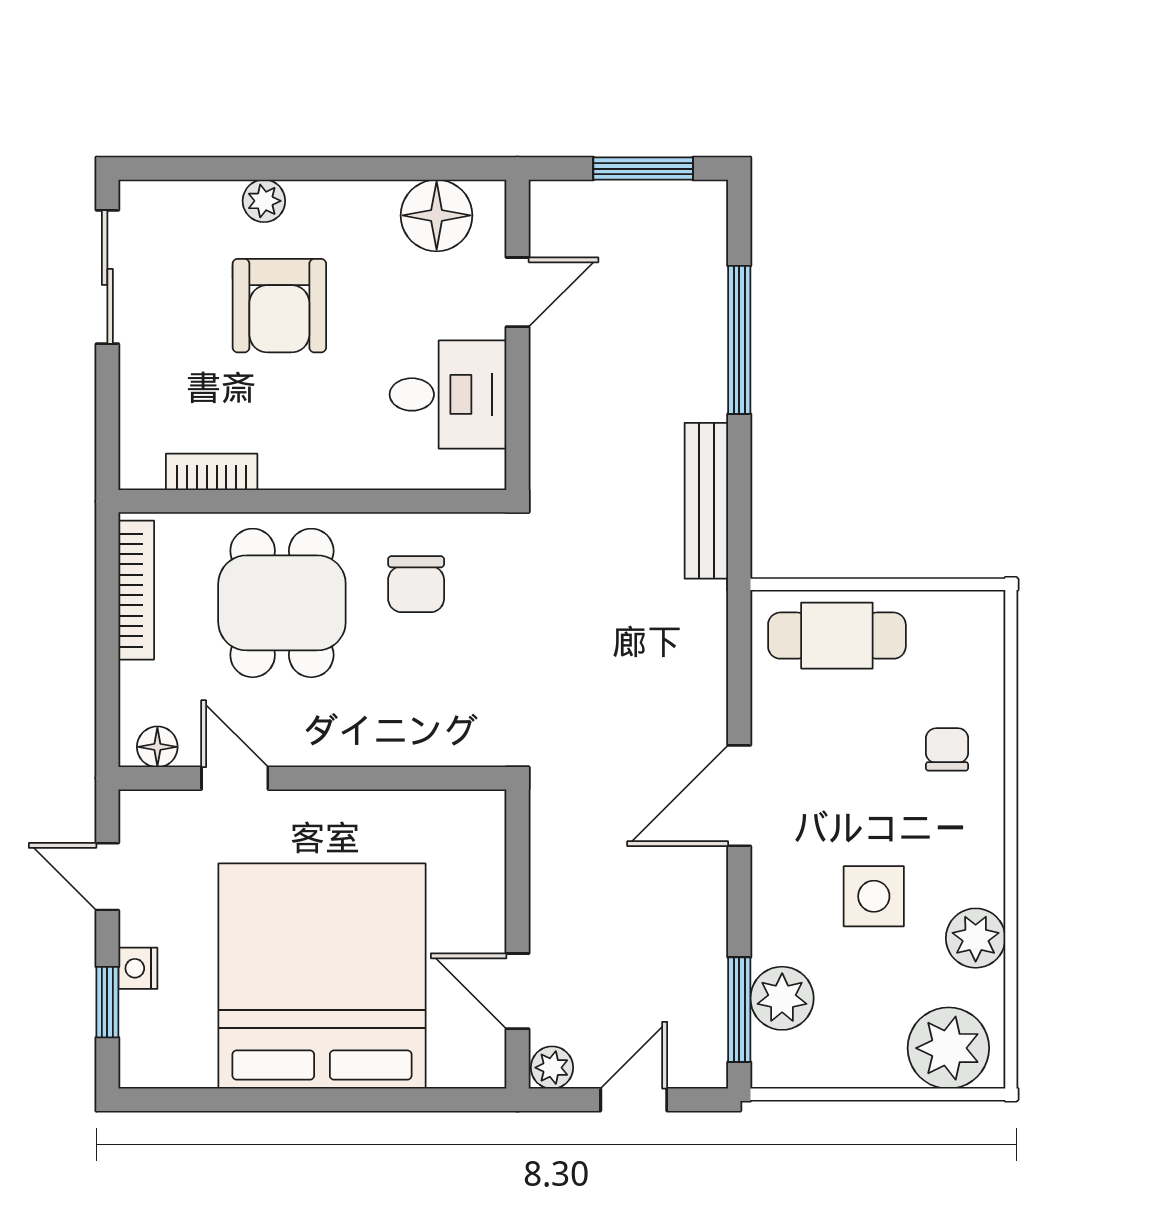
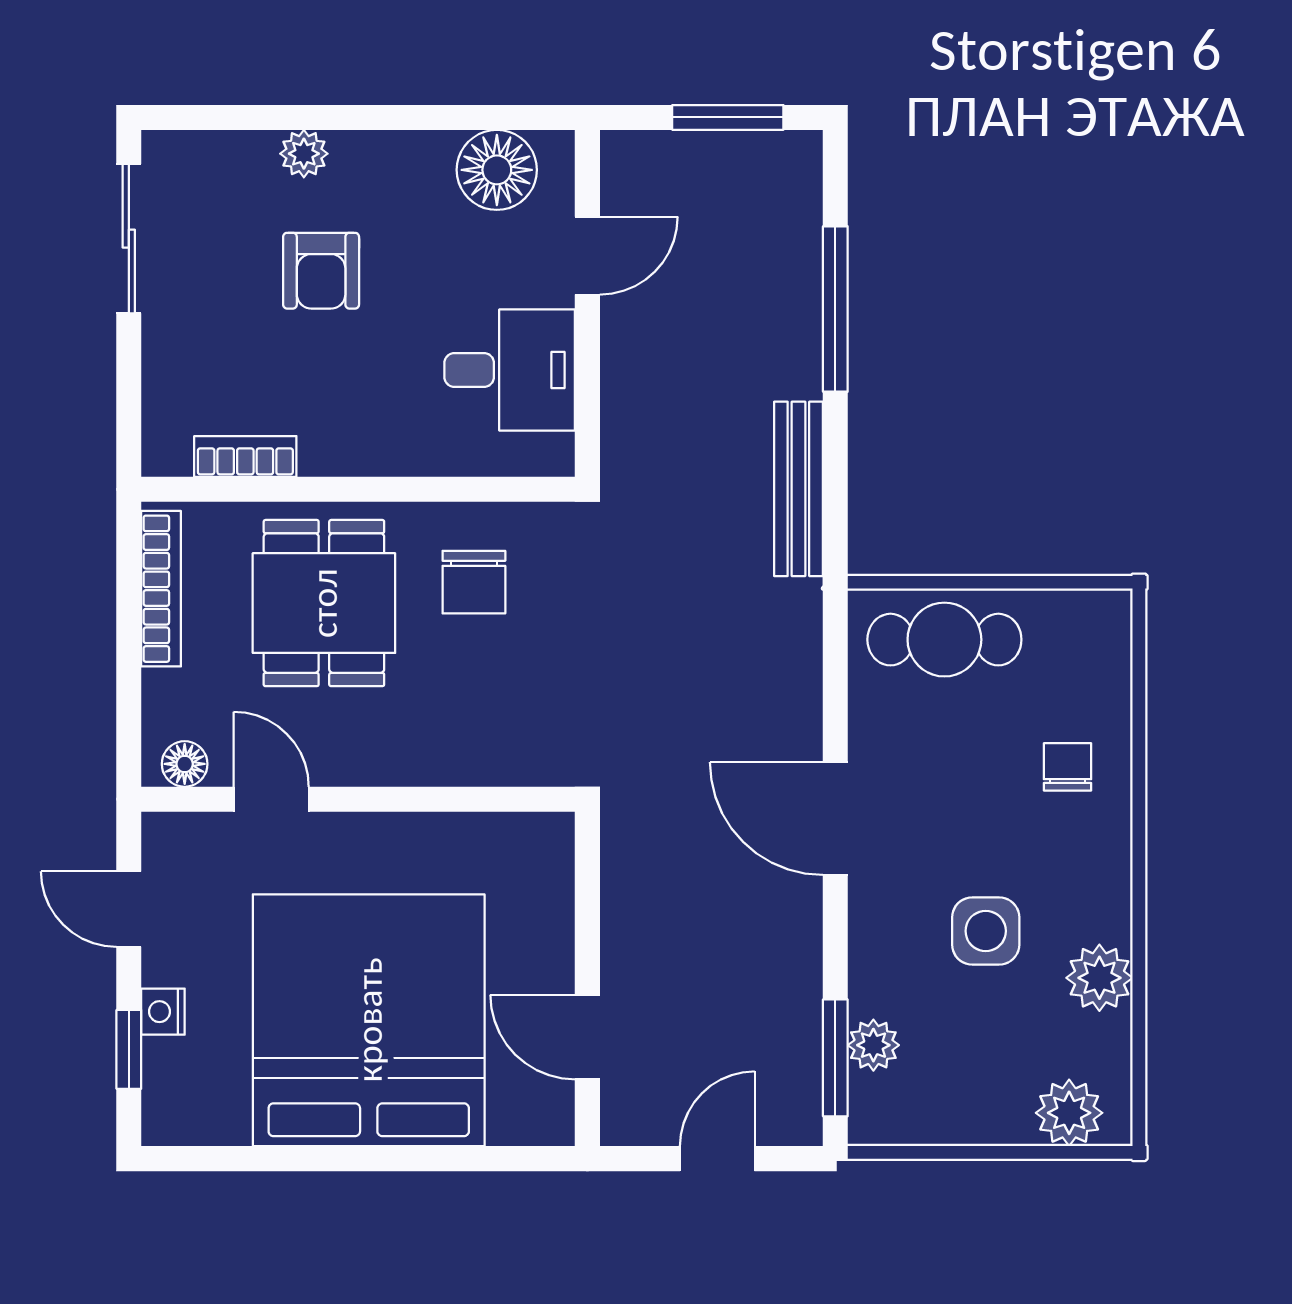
armchair: (279, 306) -> (321, 271), width x0.72, depth x0.72
door: (739, 796) -> (835, 819), hinge flipped
plant: (782, 998) -> (873, 1045), width x0.73, depth x0.73
plant: (948, 1048) -> (1069, 1113), width x0.73, depth x0.73
plant: (552, 1068) -> (626, 1123), removed

